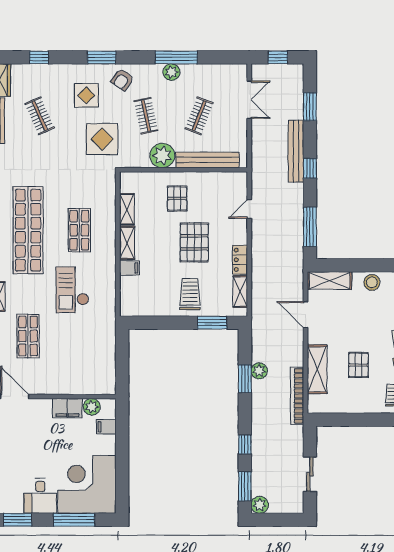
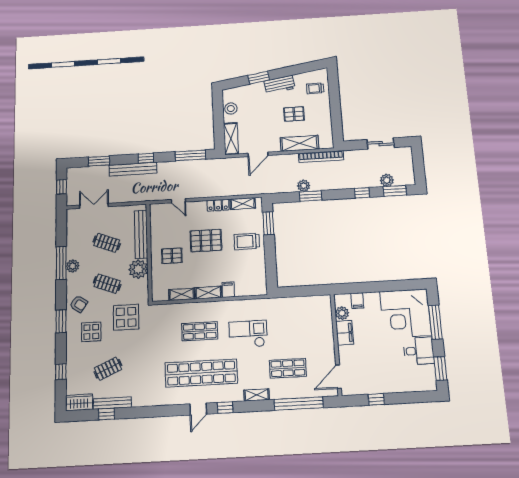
clothes rail: (146, 116) -> (107, 284), turned 33
checkout: (72, 290) -> (248, 334), turned 180
plant: (260, 505) -> (387, 180), moved

